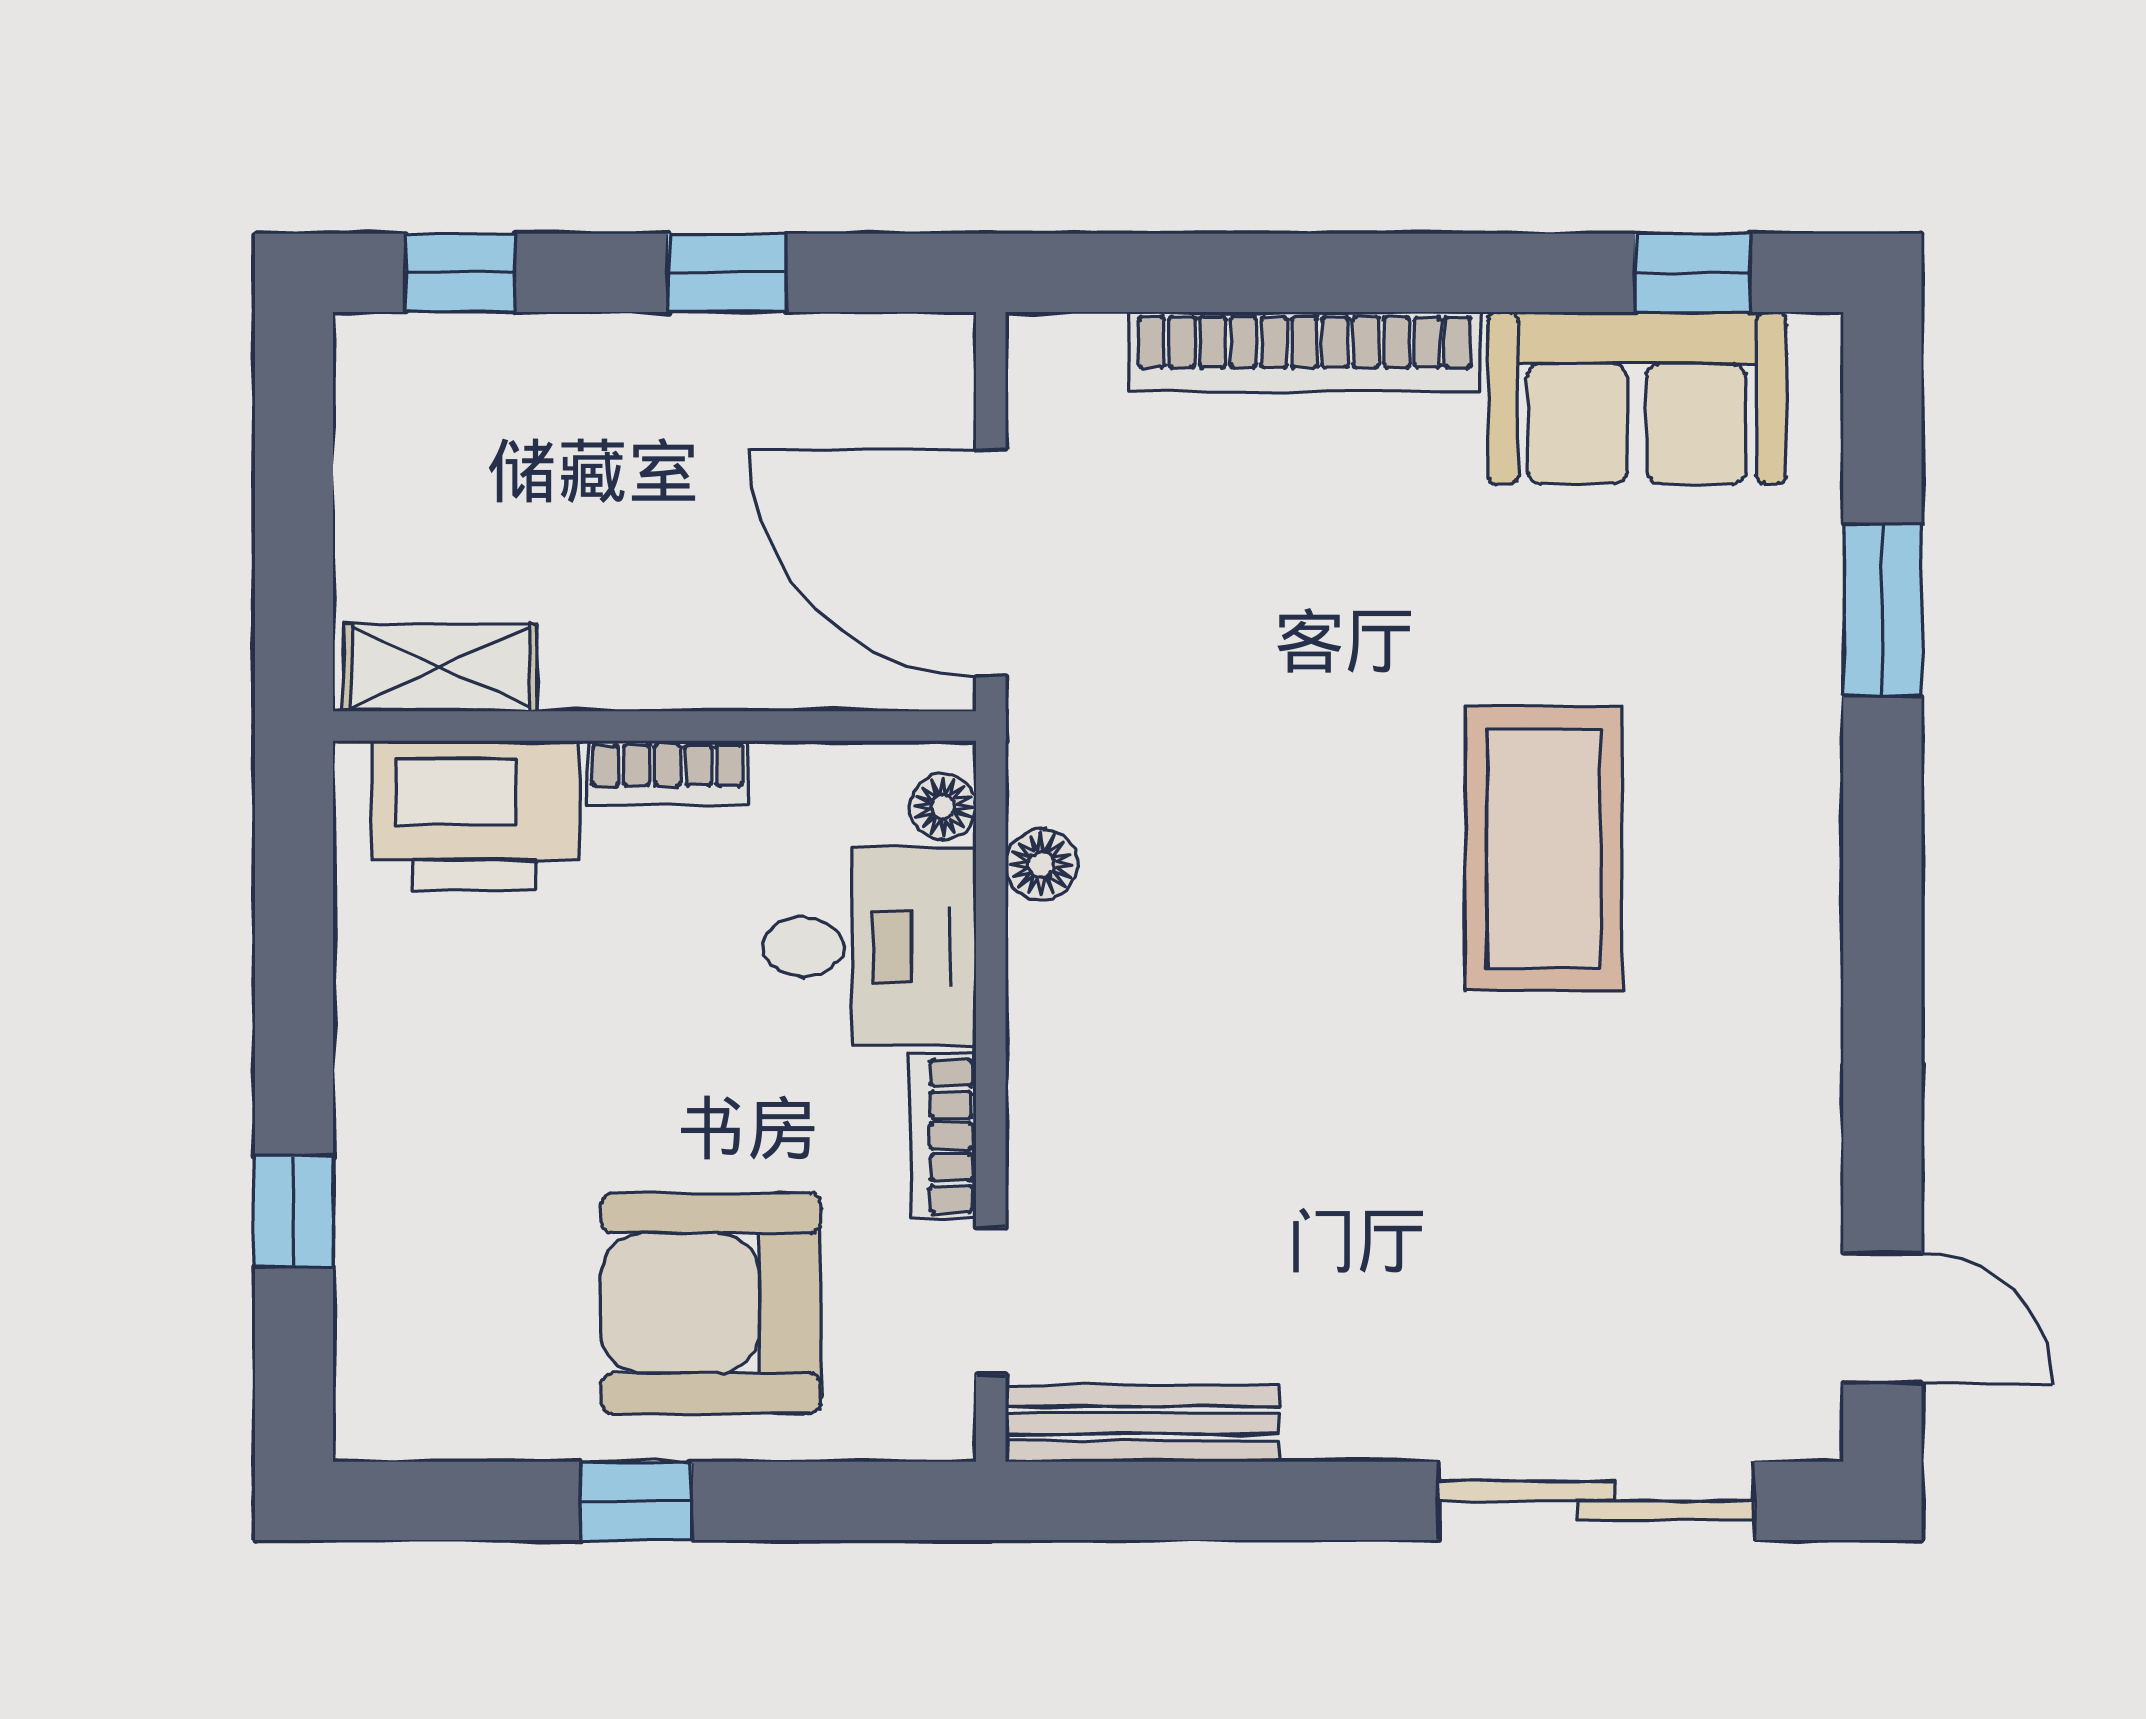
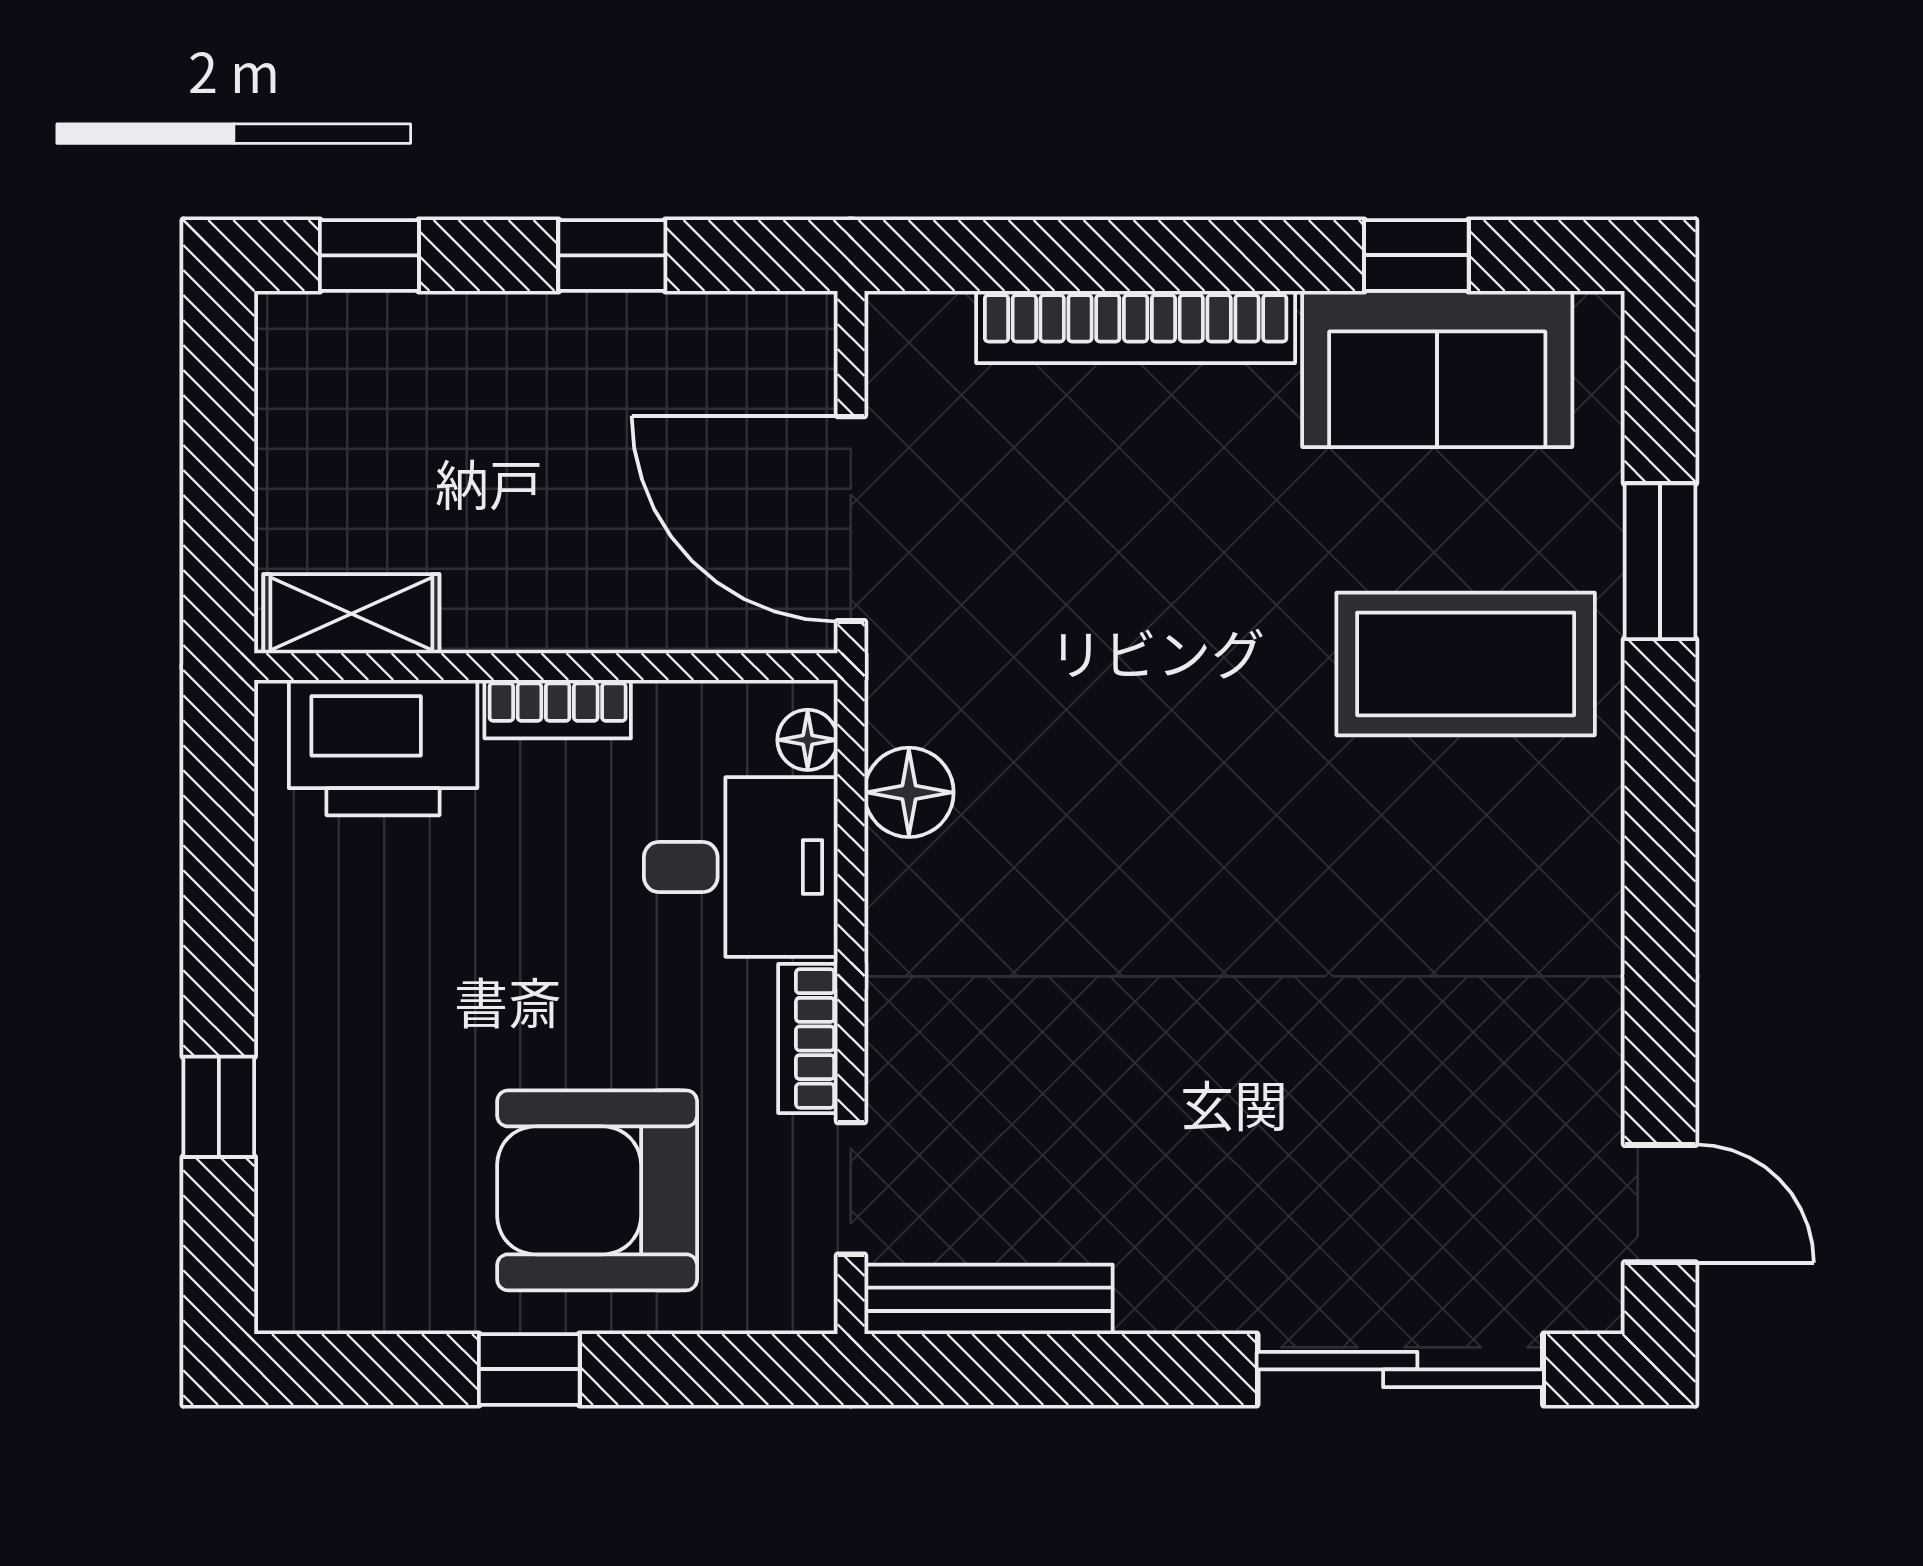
window: (1692, 273) -> (1416, 255), moved
coffee table: (1544, 848) -> (1466, 664), moved, turned 90
floor lamp: (1041, 865) -> (909, 792), width x1.37, depth x1.37

